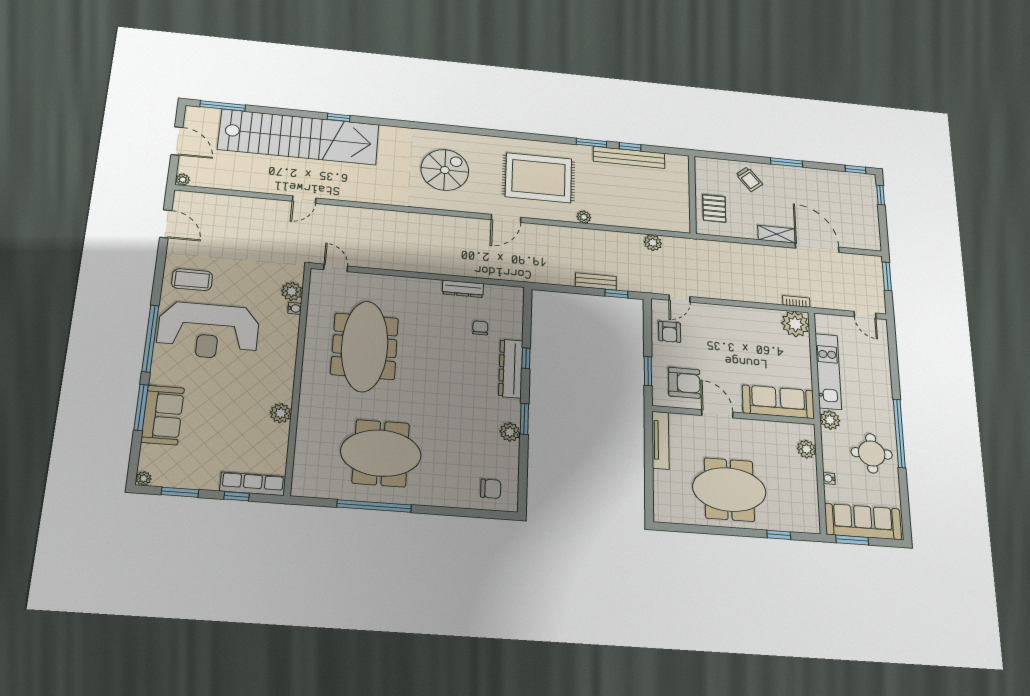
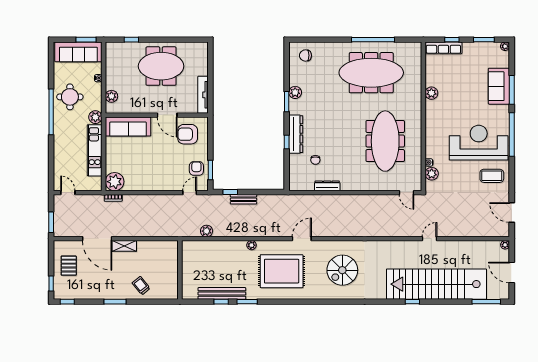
pallet: (714, 208) -> (69, 266), moved
window: (648, 371) -> (210, 170), moved
meeting table: (381, 453) -> (371, 73), width x1.36

